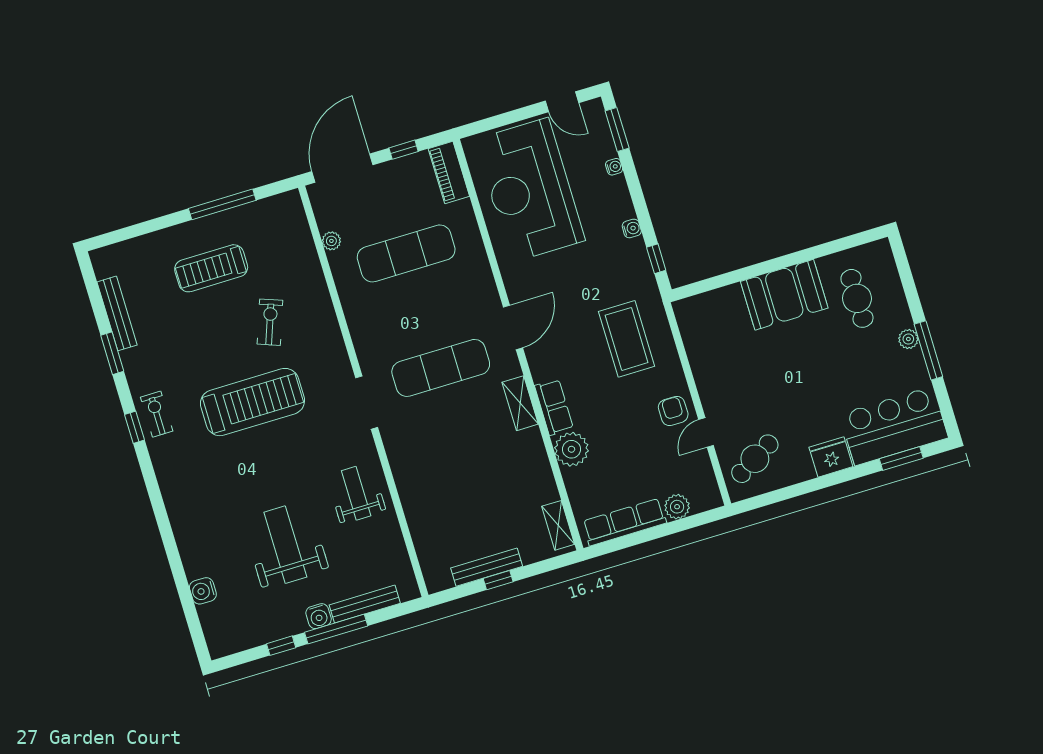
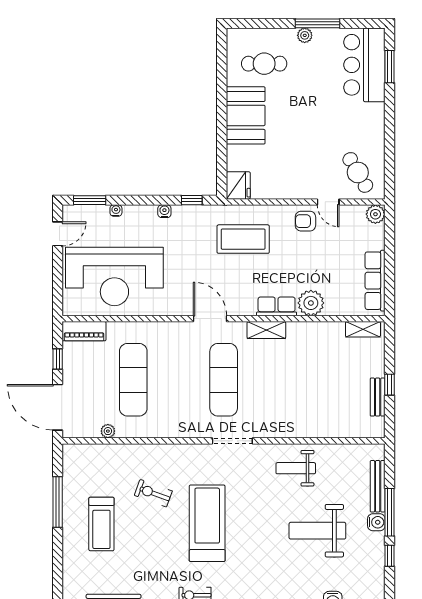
fridge: (831, 457) -> (238, 185), moved, turned 180
plant: (677, 507) -> (375, 214), moved
bench: (487, 567) -> (378, 397), width x0.73

